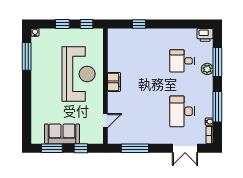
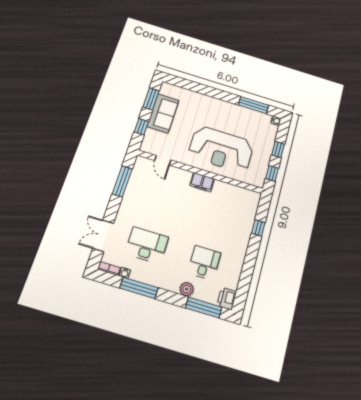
window: (217, 62) -> (204, 308), moved

